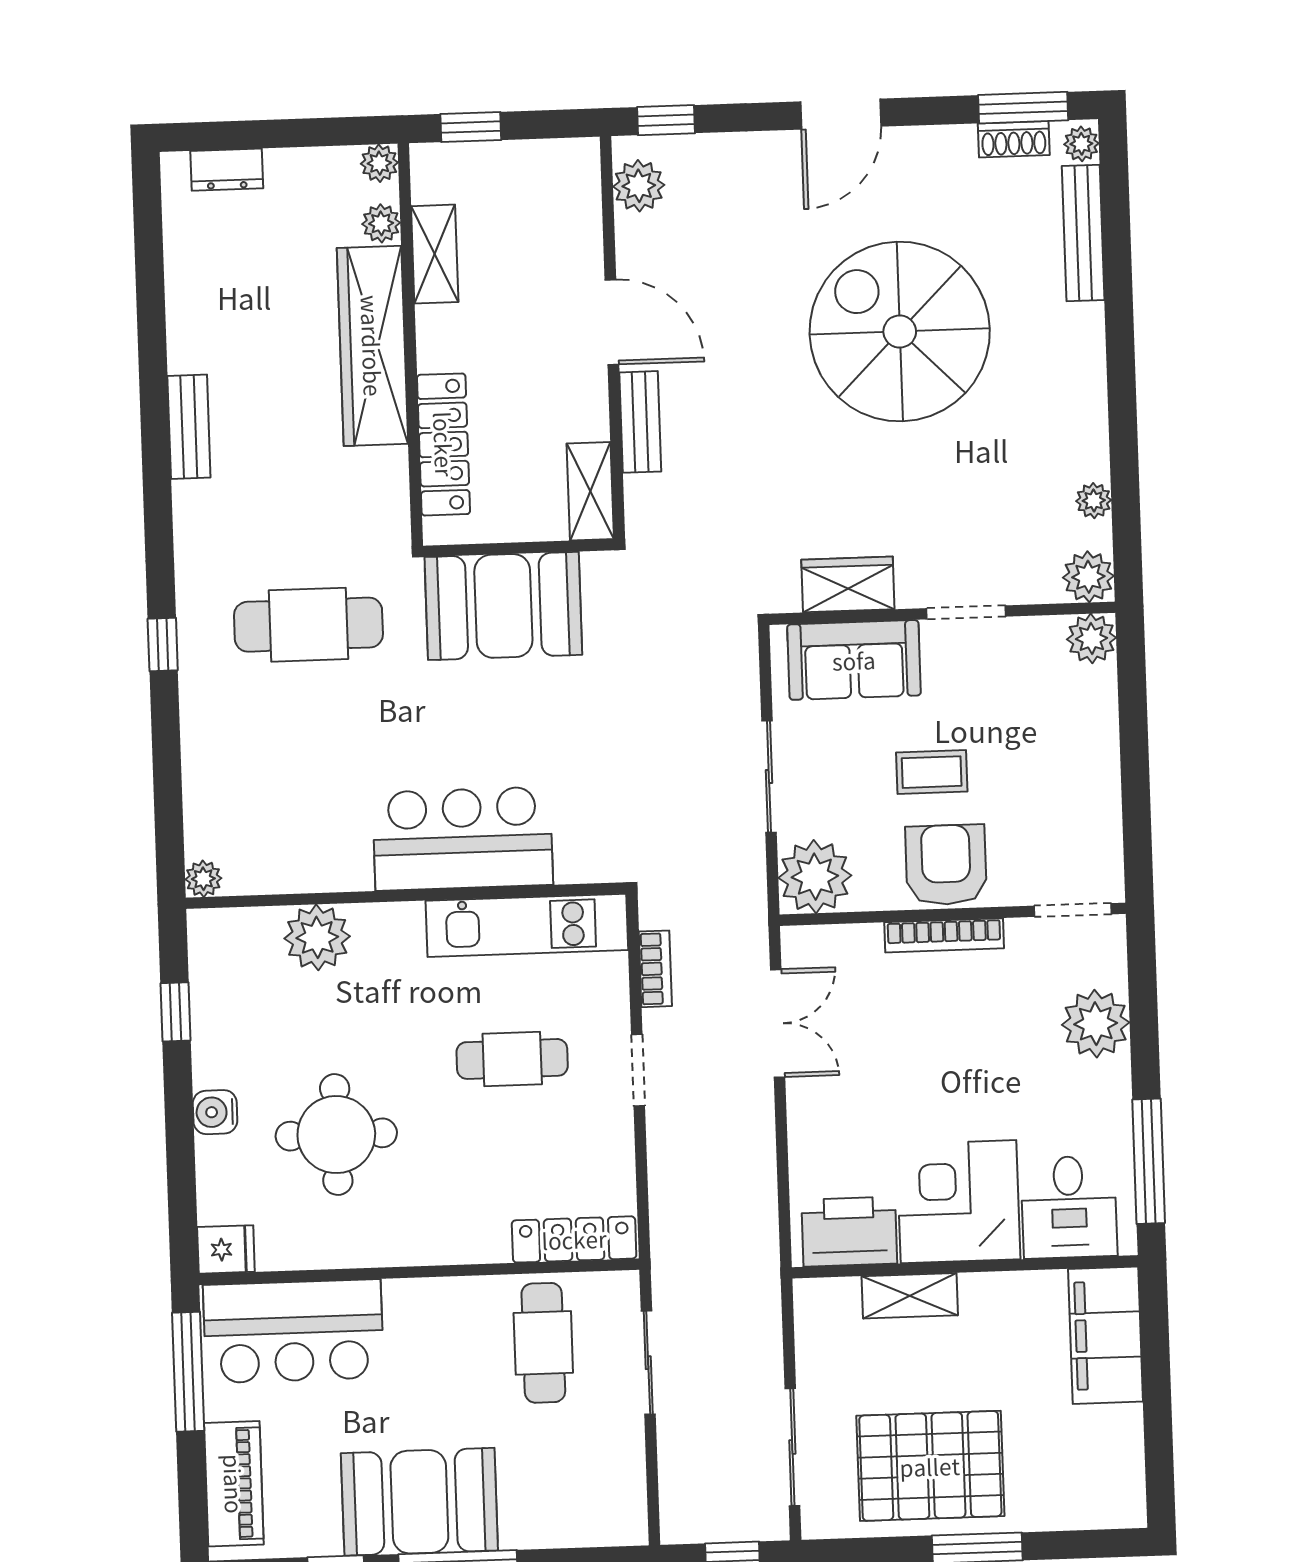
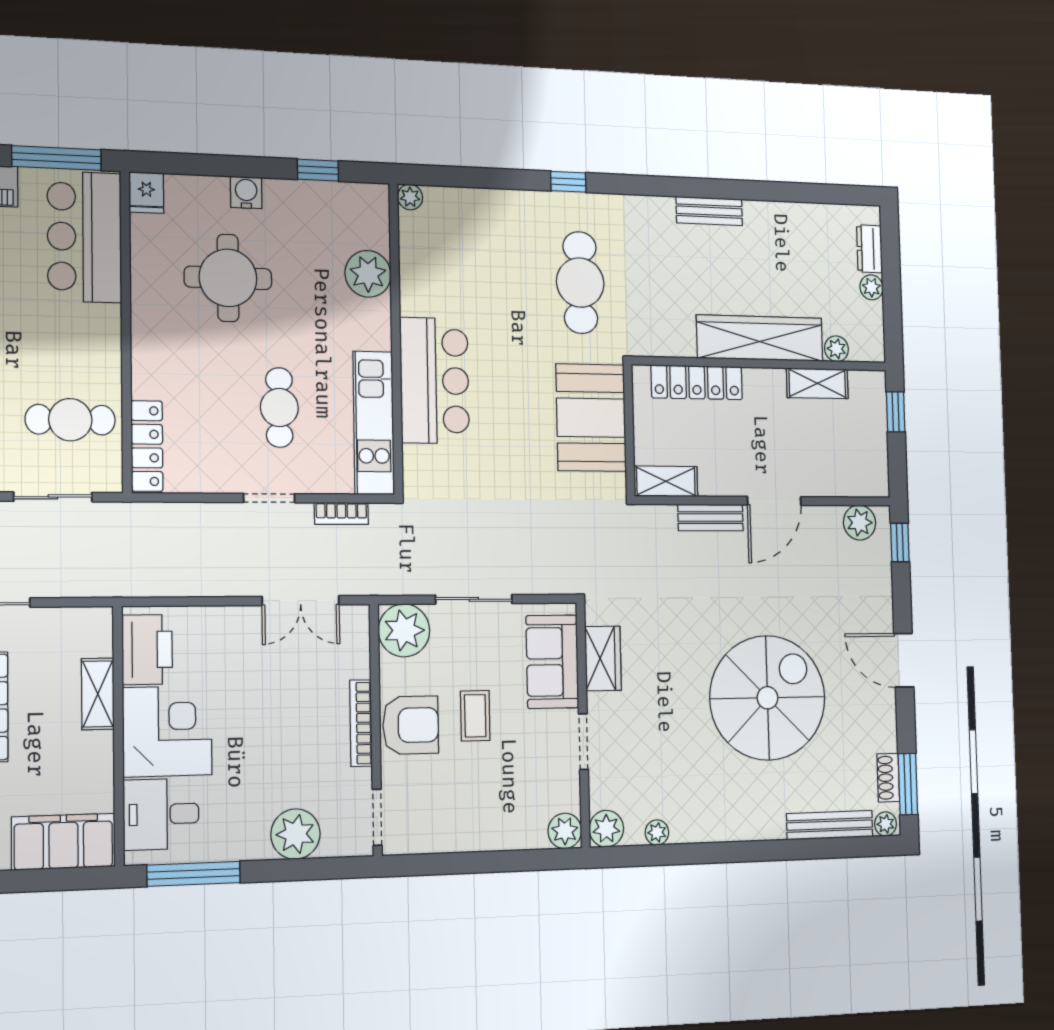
plant: (379, 163) -> (871, 287), moved

